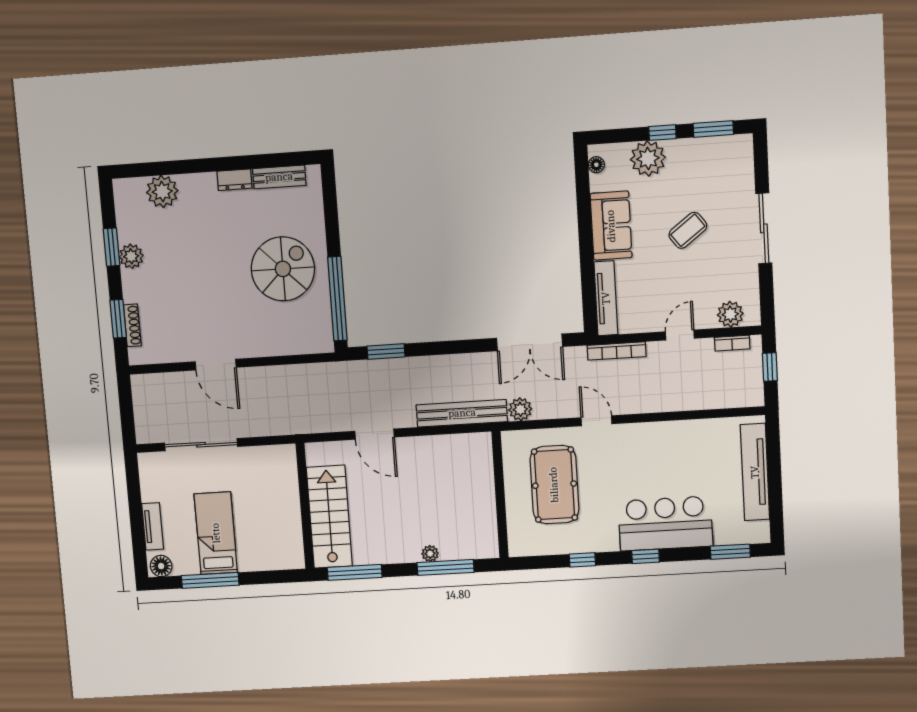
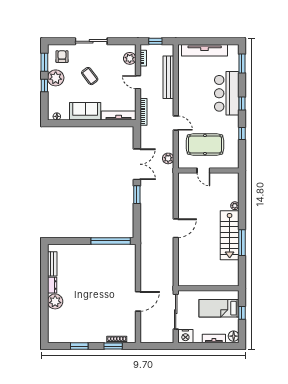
plant: (648, 158) -> (56, 78), moved
armchair: (727, 167) -> (62, 57), added
plant: (162, 192) -> (55, 301), moved
plant: (131, 256) -> (84, 337), removed
spiral stairs: (283, 269) -> (95, 266), removed
double door: (530, 342) -> (137, 164), moved
window: (386, 352) -> (137, 195), moved
bench: (462, 413) -> (168, 77), moved
door: (596, 421) -> (176, 123), swing flipped
nightstand: (152, 468) -> (185, 336), added
door: (499, 485) -> (203, 171), added
wall: (305, 506) -> (208, 288), moved
stairs: (329, 517) -> (230, 235), moved, turned -90
window: (446, 567) -> (242, 199), removed
window: (210, 580) -> (242, 313), width x0.46

